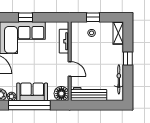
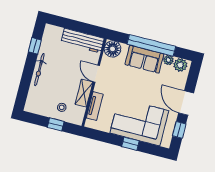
shelving: (118, 33) -> (84, 93), moved
window: (128, 59) -> (35, 46), moved
bicycle: (119, 79) -> (39, 70), moved

